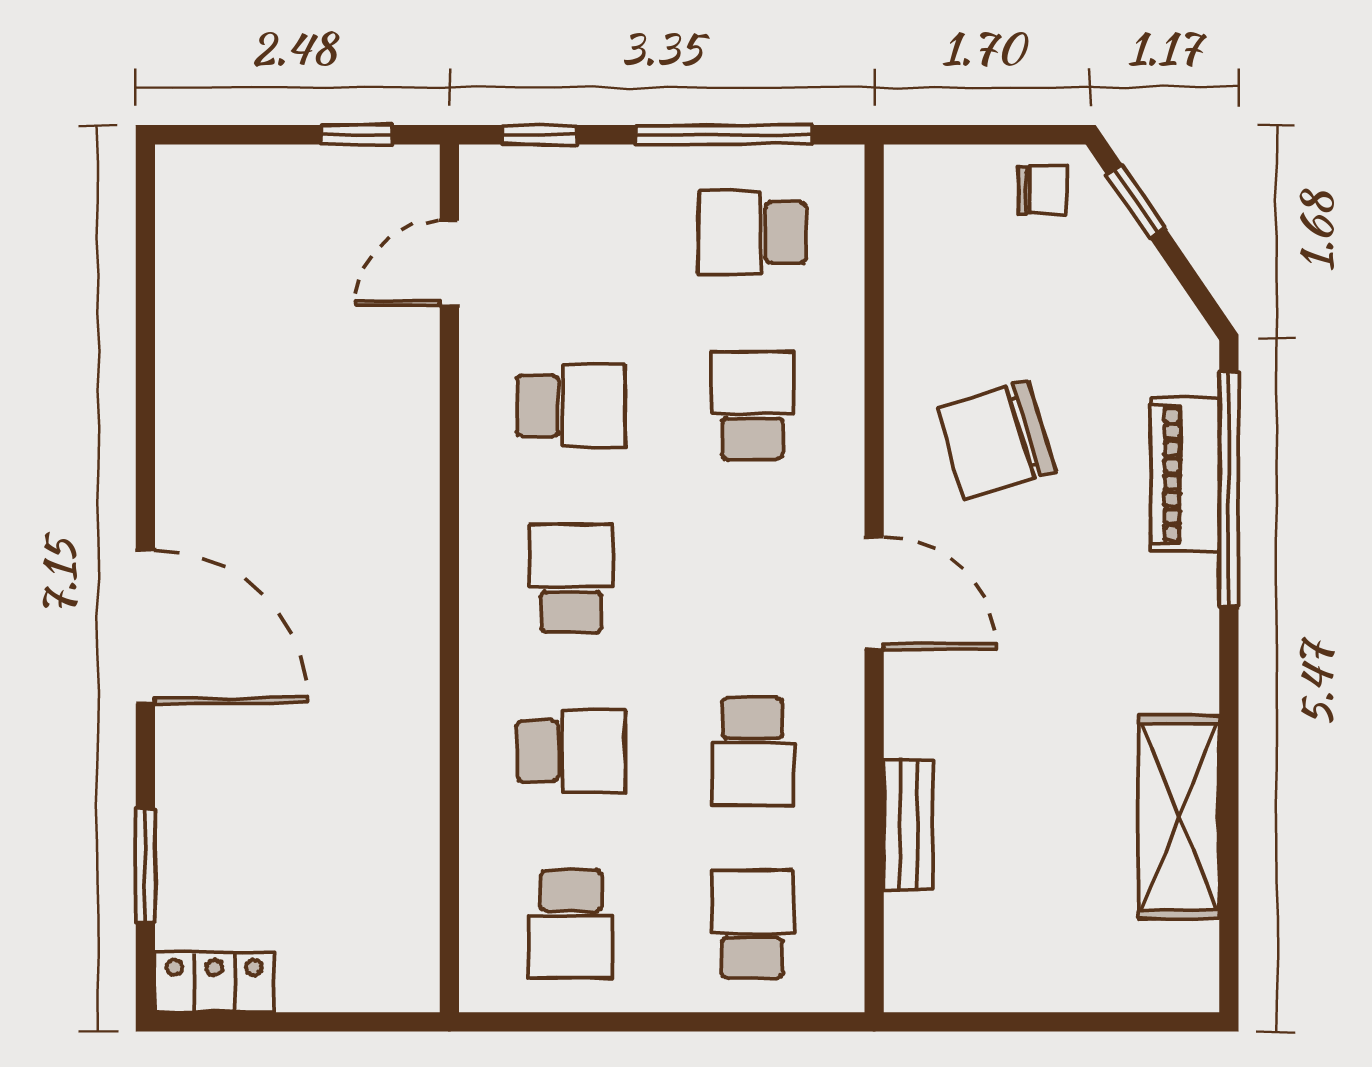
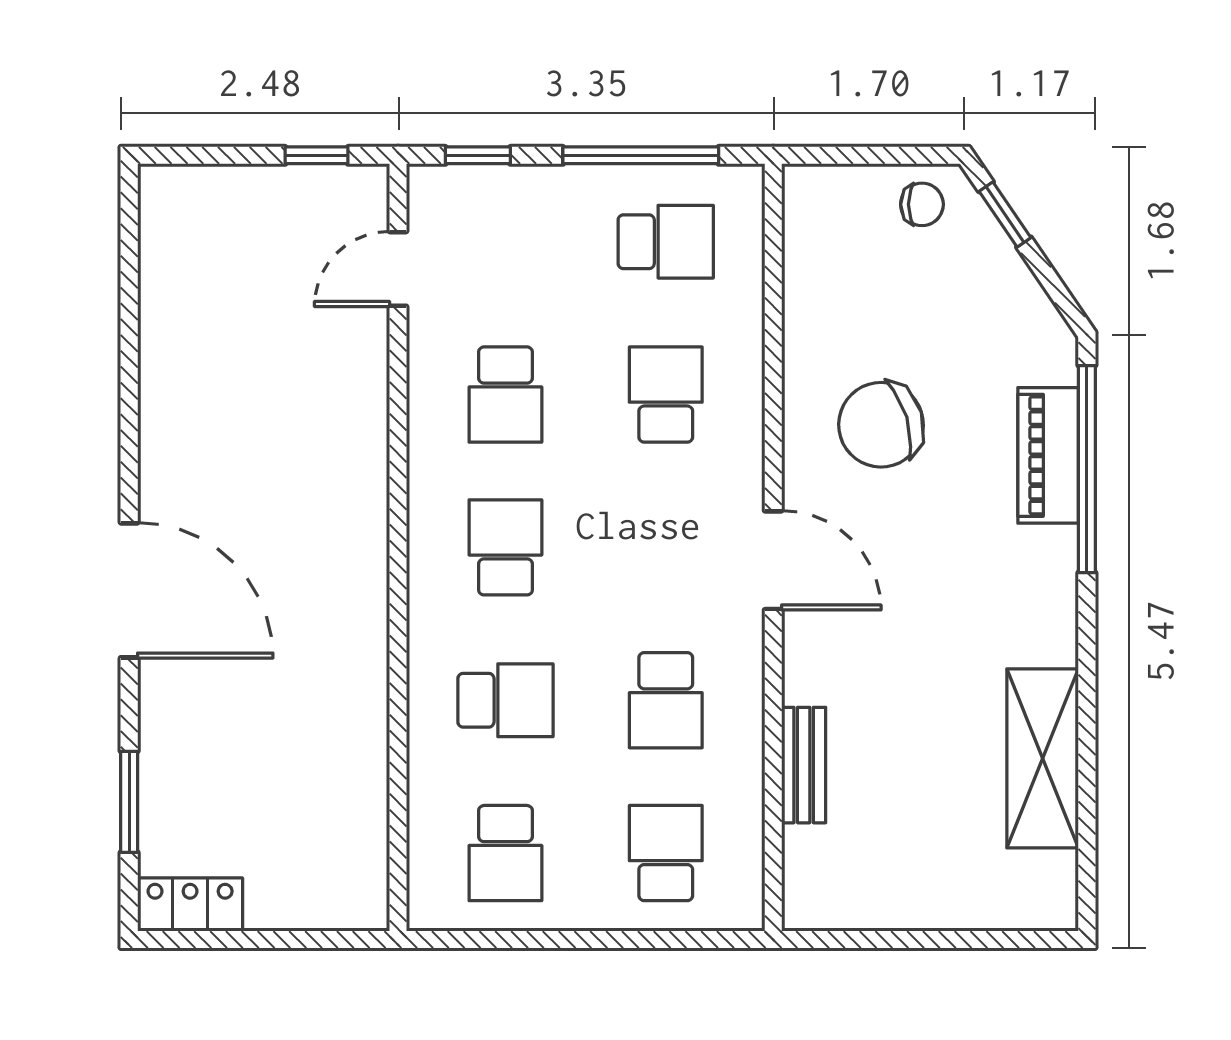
school desk: (752, 232) -> (666, 242), turned 180
school desk: (571, 405) -> (505, 395), turned 90

